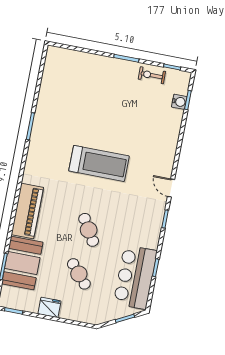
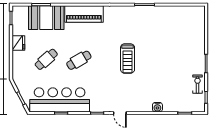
water cooler: (179, 102) -> (157, 107), moved
treadmill: (99, 163) -> (128, 59), width x0.73, depth x0.73
door: (171, 188) -> (120, 113), swing flipped
bar counter: (135, 277) -> (60, 100), width x1.36

